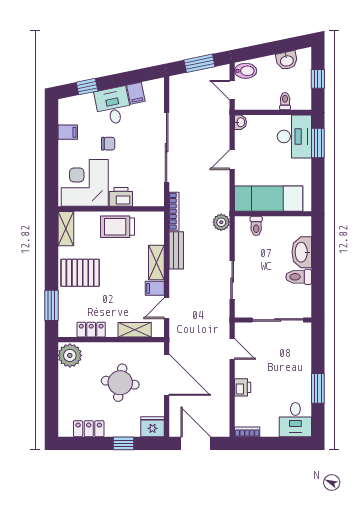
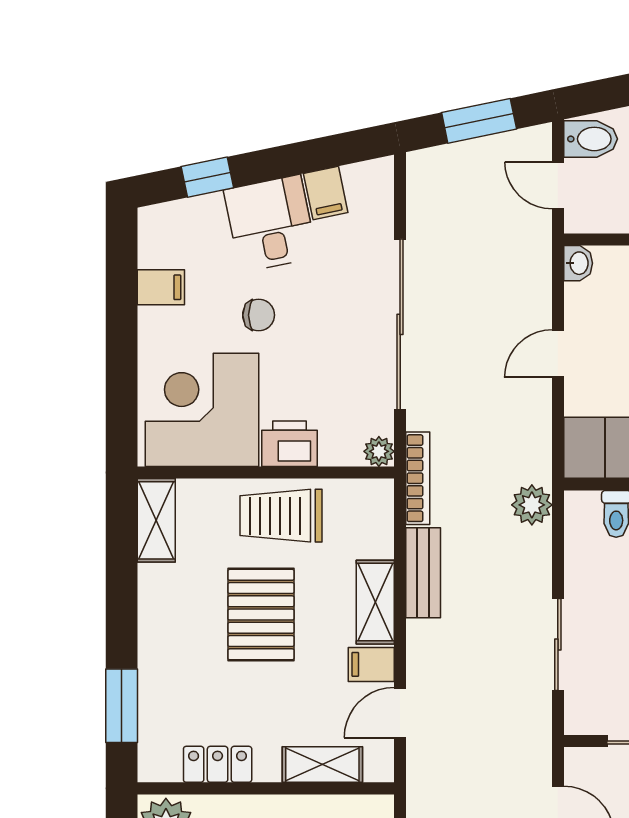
plant: (158, 200) -> (379, 451), added
pallet: (80, 273) -> (261, 615), moved, turned 90

